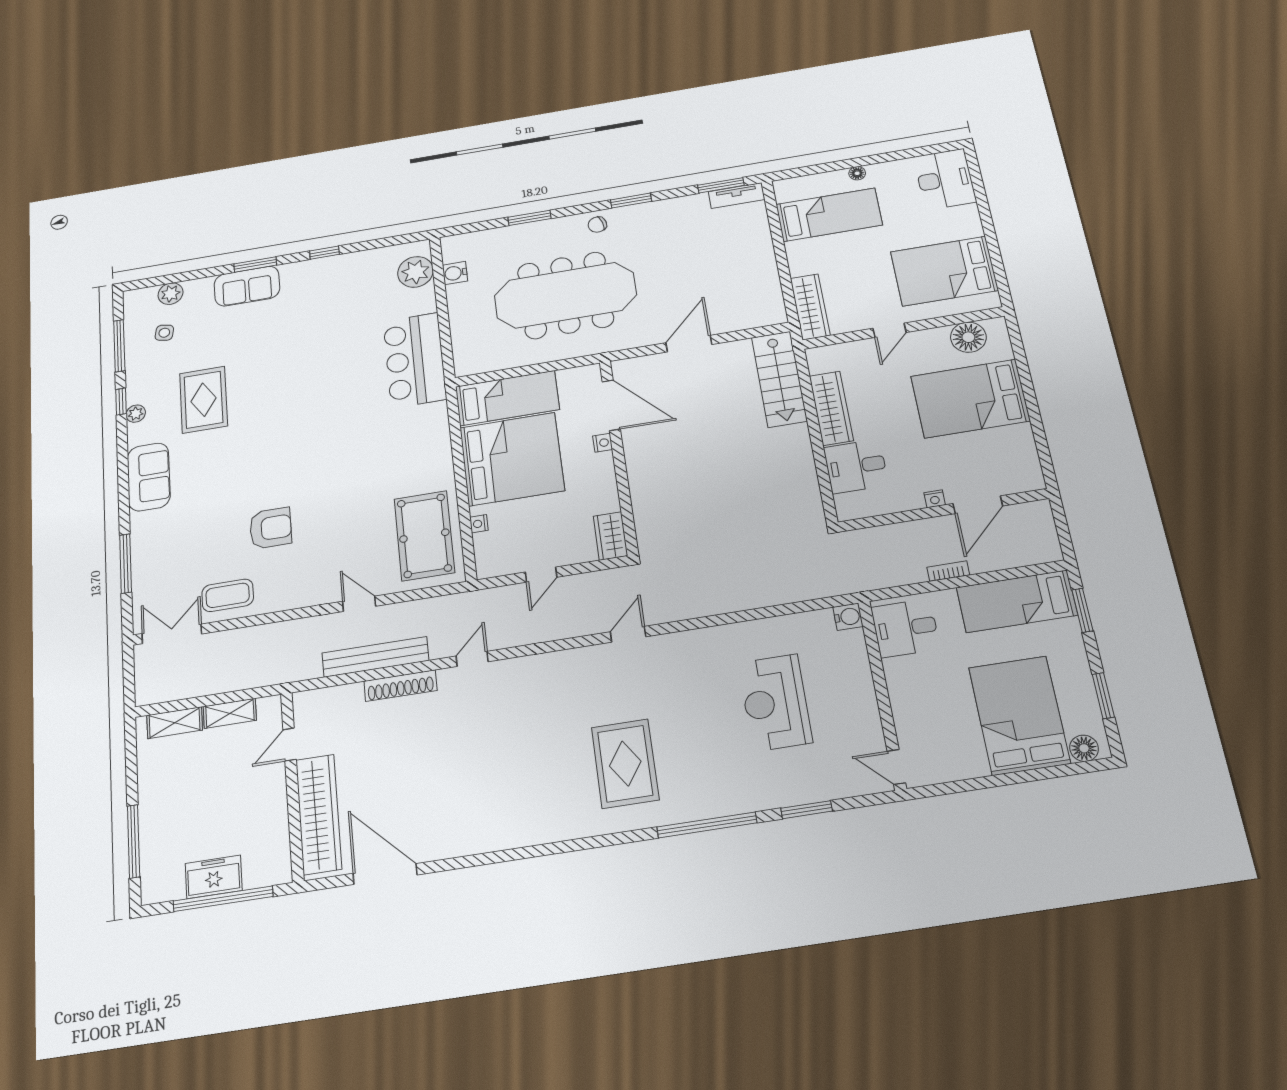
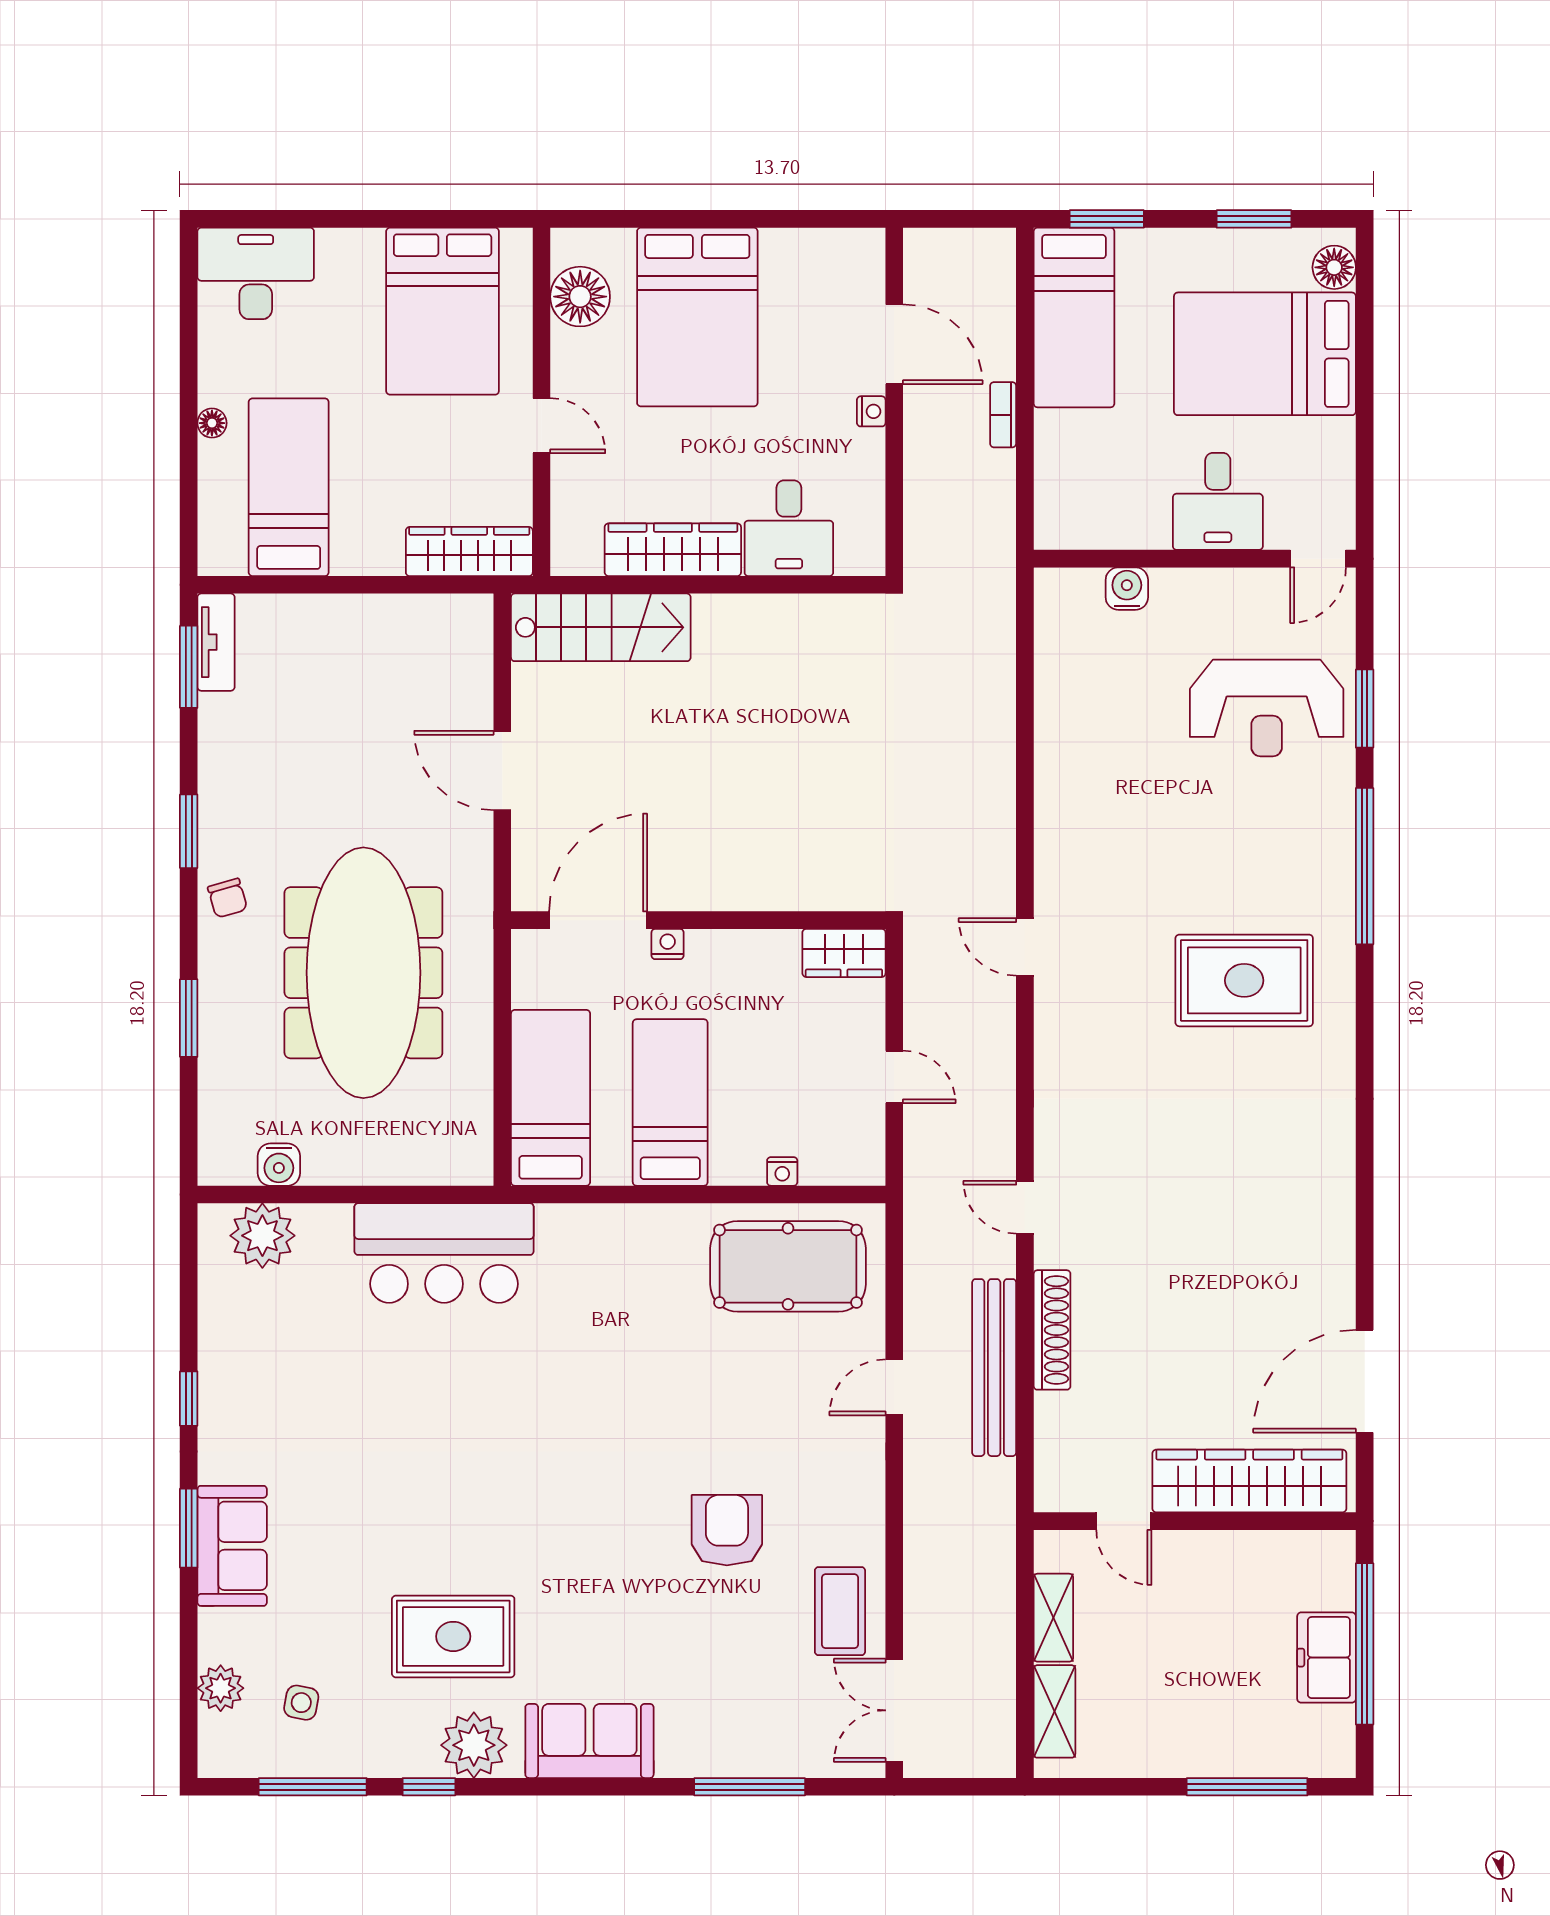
plant: (136, 414) -> (474, 1745), width x1.88, depth x1.88
bed: (512, 459) -> (670, 1103), width x0.49
water cooler: (848, 617) -> (1127, 589), moved
desk: (905, 628) -> (1218, 501), moved
reception desk: (775, 703) -> (1267, 708), moved

